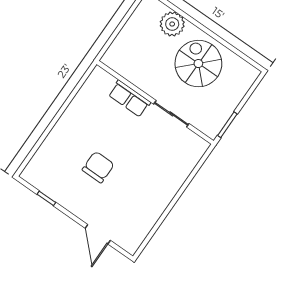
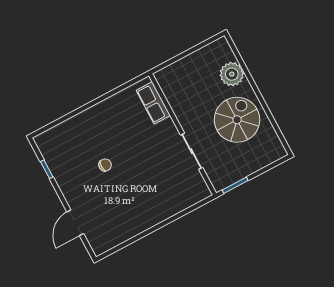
row of seats: (129, 99) -> (153, 103), moved
chair: (98, 167) -> (105, 165), width x0.54, depth x0.54

